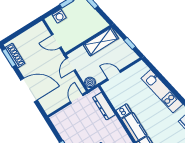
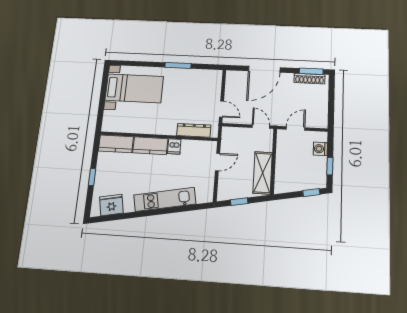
boiler: (90, 82) -> (228, 133), removed

